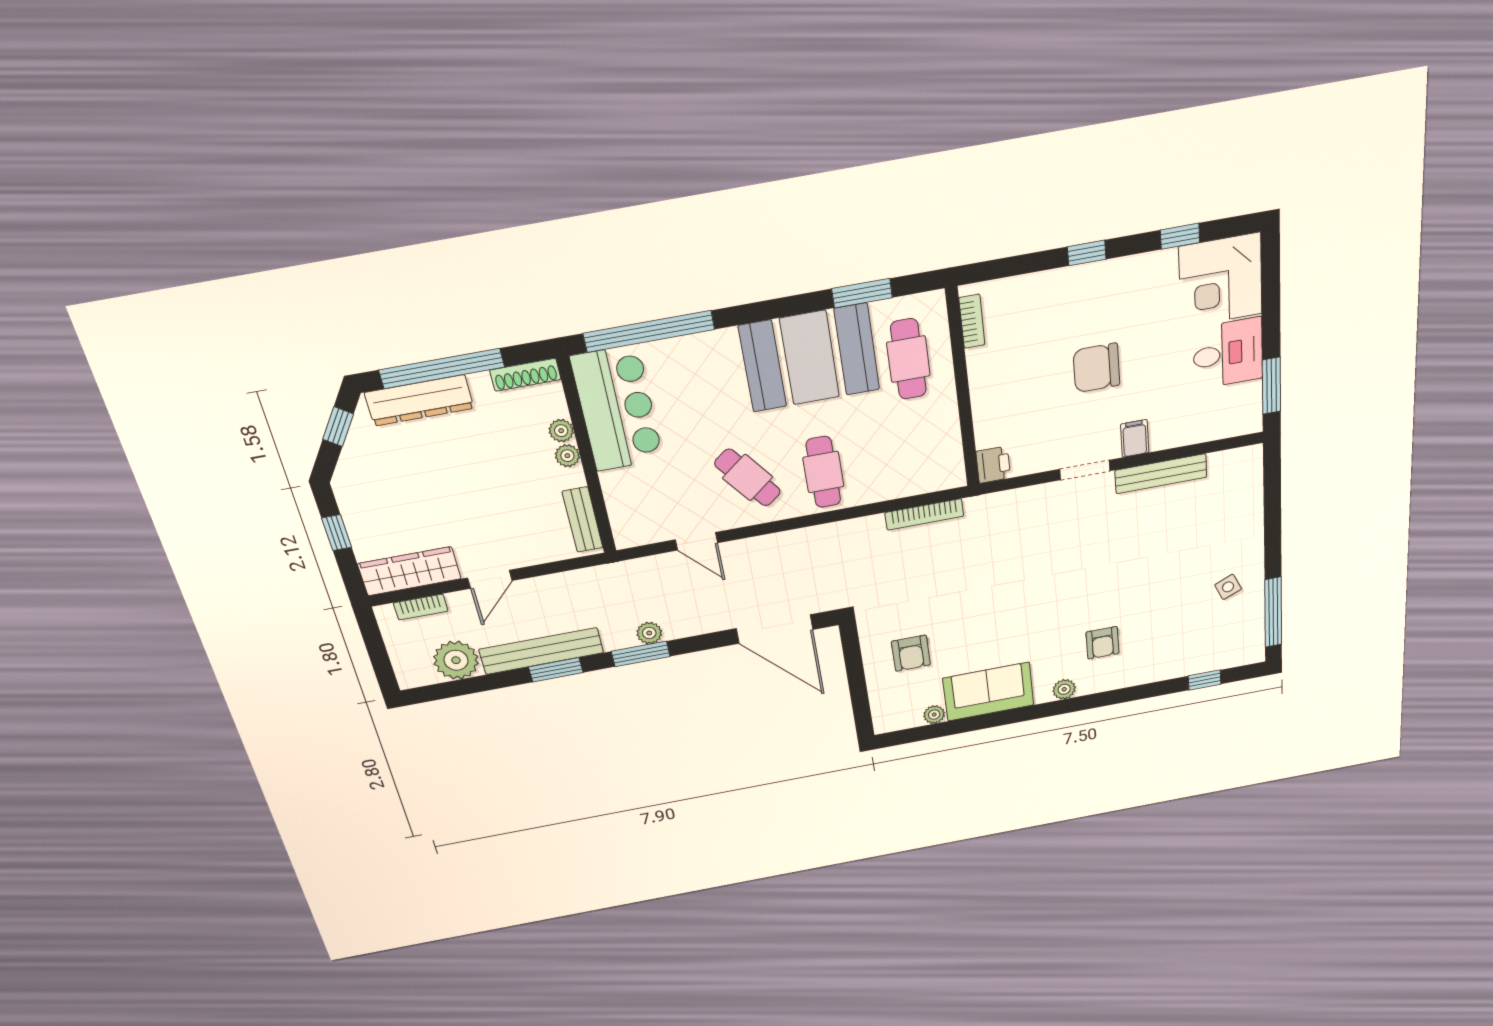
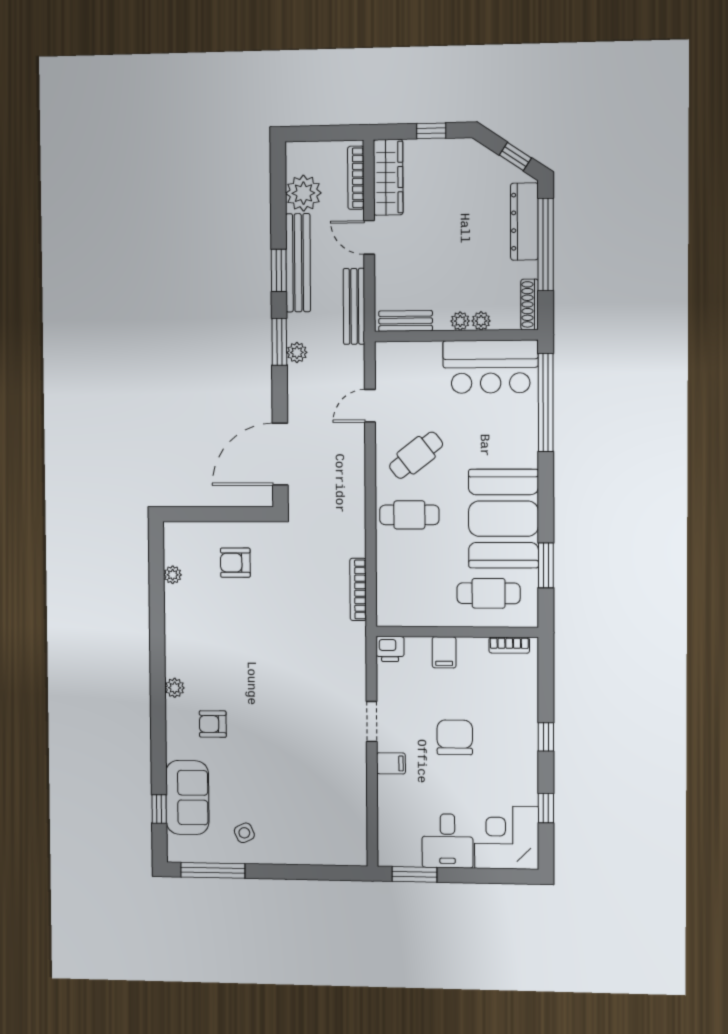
filing cabinet: (990, 400) -> (444, 652), added
bench: (1161, 474) -> (354, 306), moved
bookcase: (421, 607) -> (356, 178), width x1.56
sofa: (988, 692) -> (187, 797), moved

